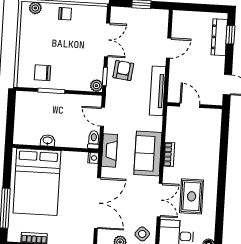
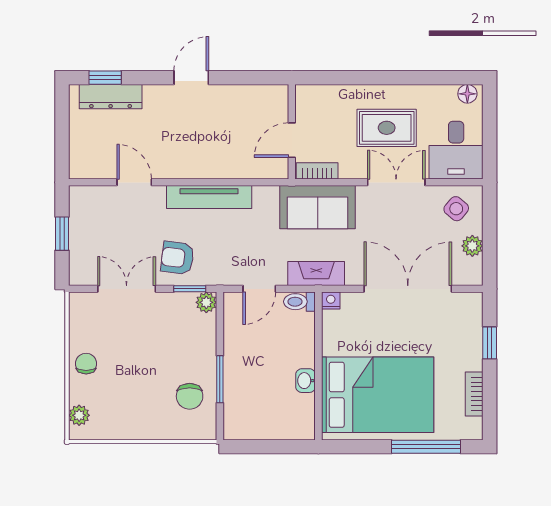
door: (190, 105) -> (292, 140), moved
wall: (195, 106) -> (292, 132), moved

